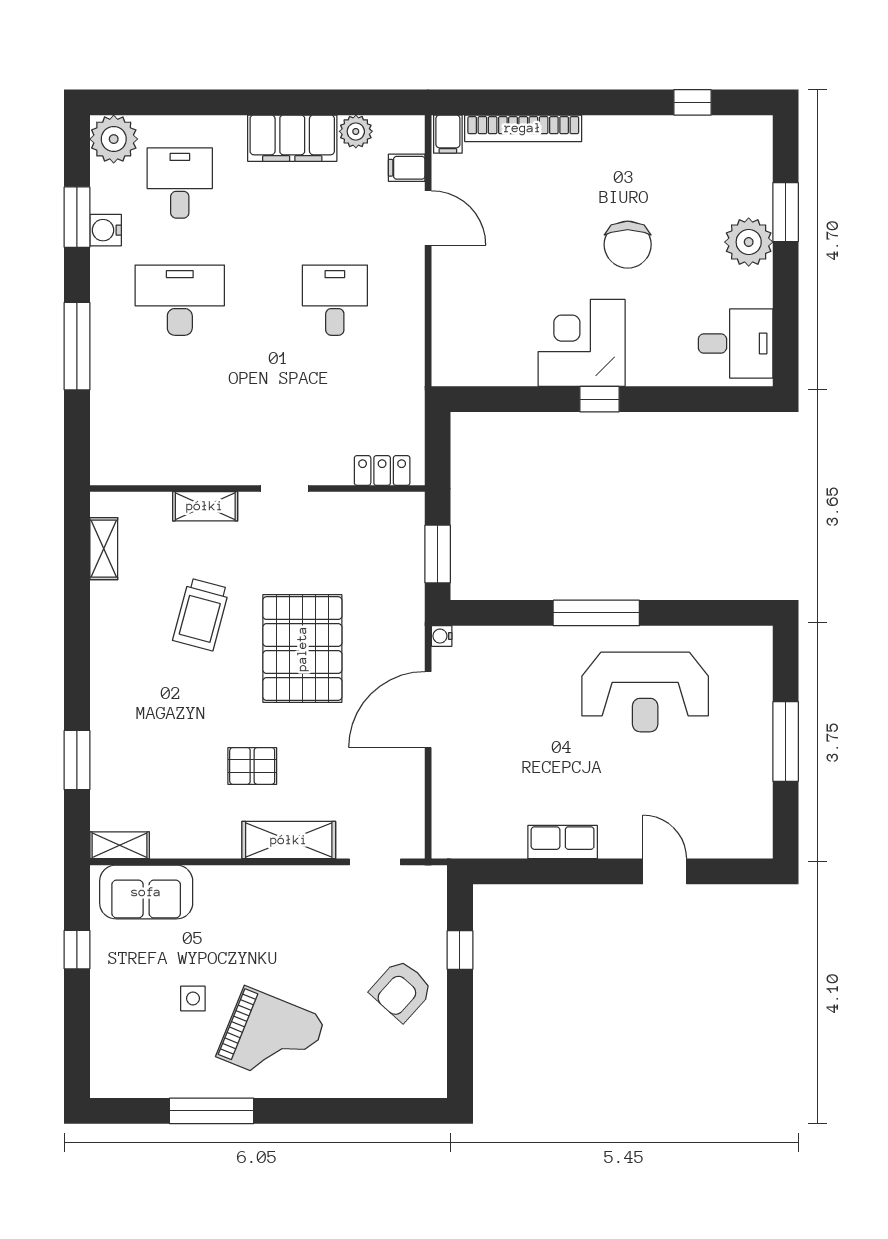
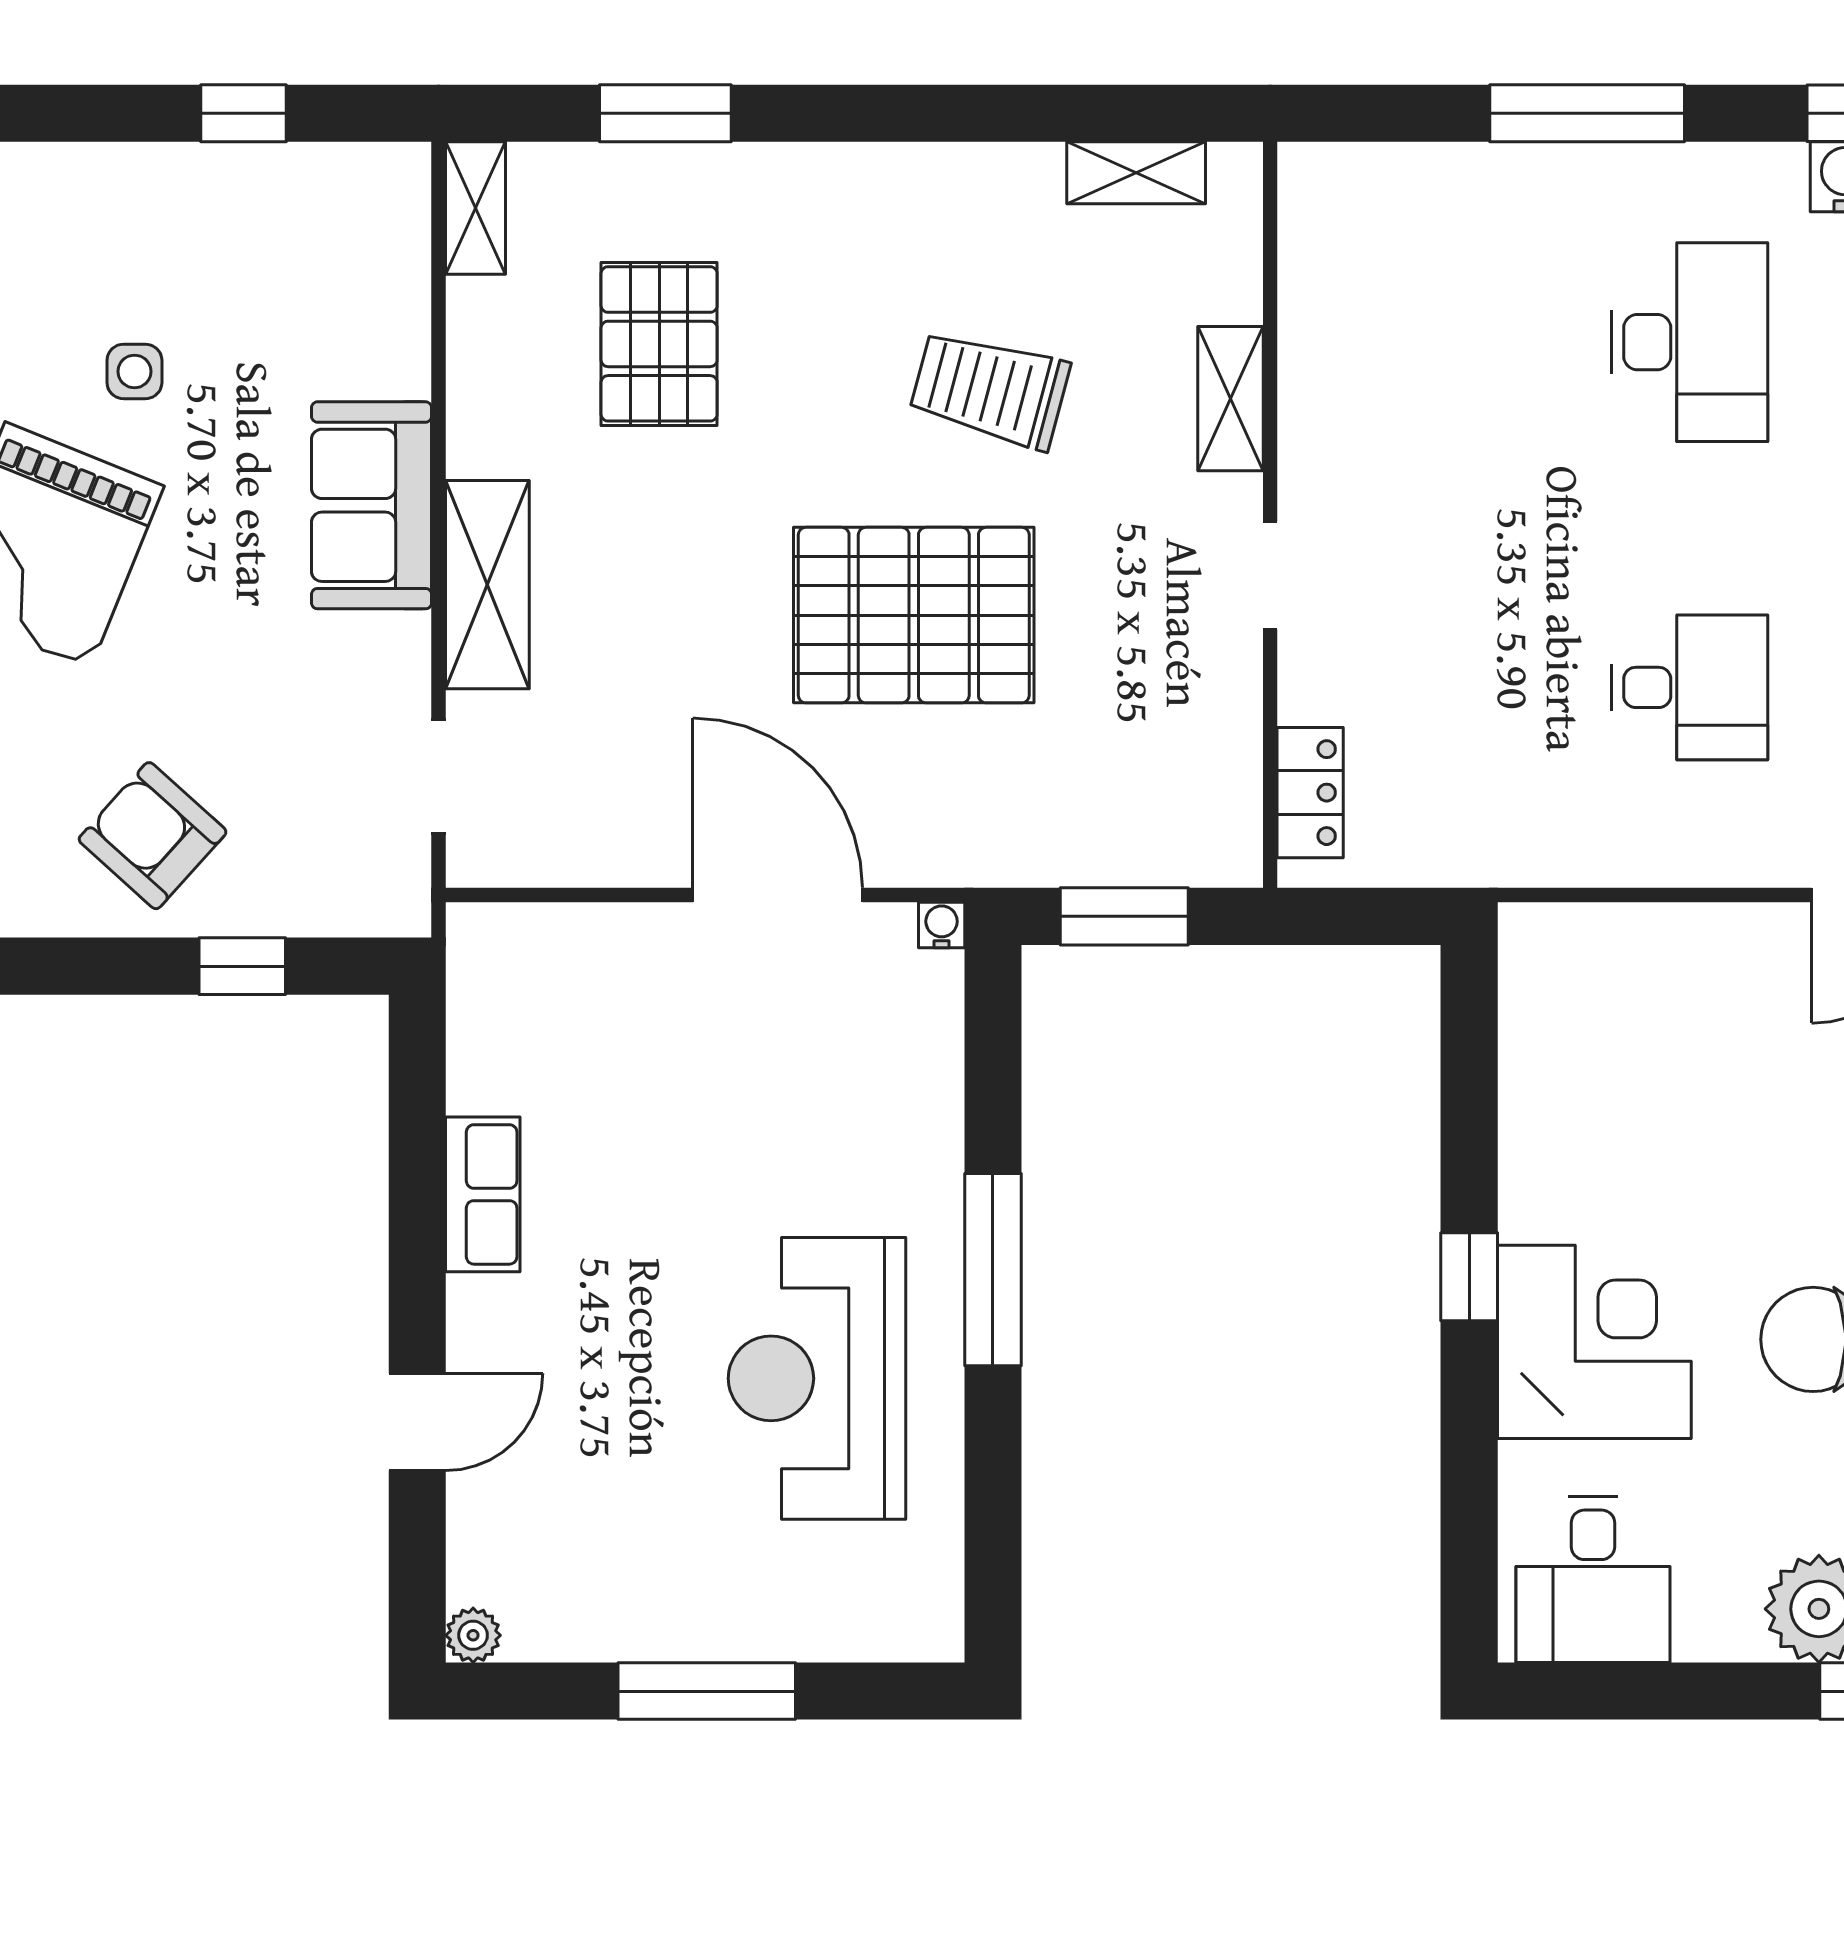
corner desk: (582, 343) -> (1594, 1342), moved
pallet: (252, 766) -> (659, 344), moved, width x1.50, depth x1.42
plant: (761, 846) -> (473, 1635), added
sofa: (146, 892) -> (372, 505), moved

